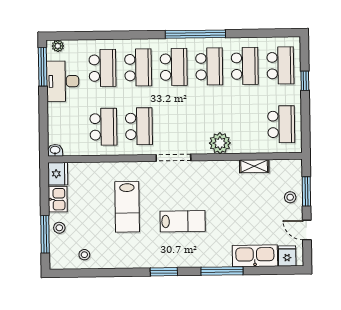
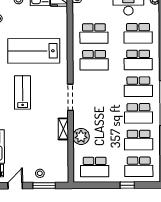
plant: (220, 143) -> (81, 136), moved
doorway: (173, 158) -> (70, 97), moved
shelving: (254, 166) -> (63, 129), moved
lab bench: (127, 207) -> (34, 51), width x1.36, depth x1.39
lab bench: (183, 221) -> (23, 92), turned 180

